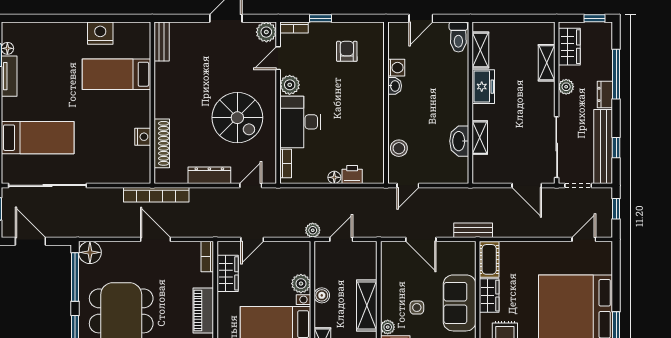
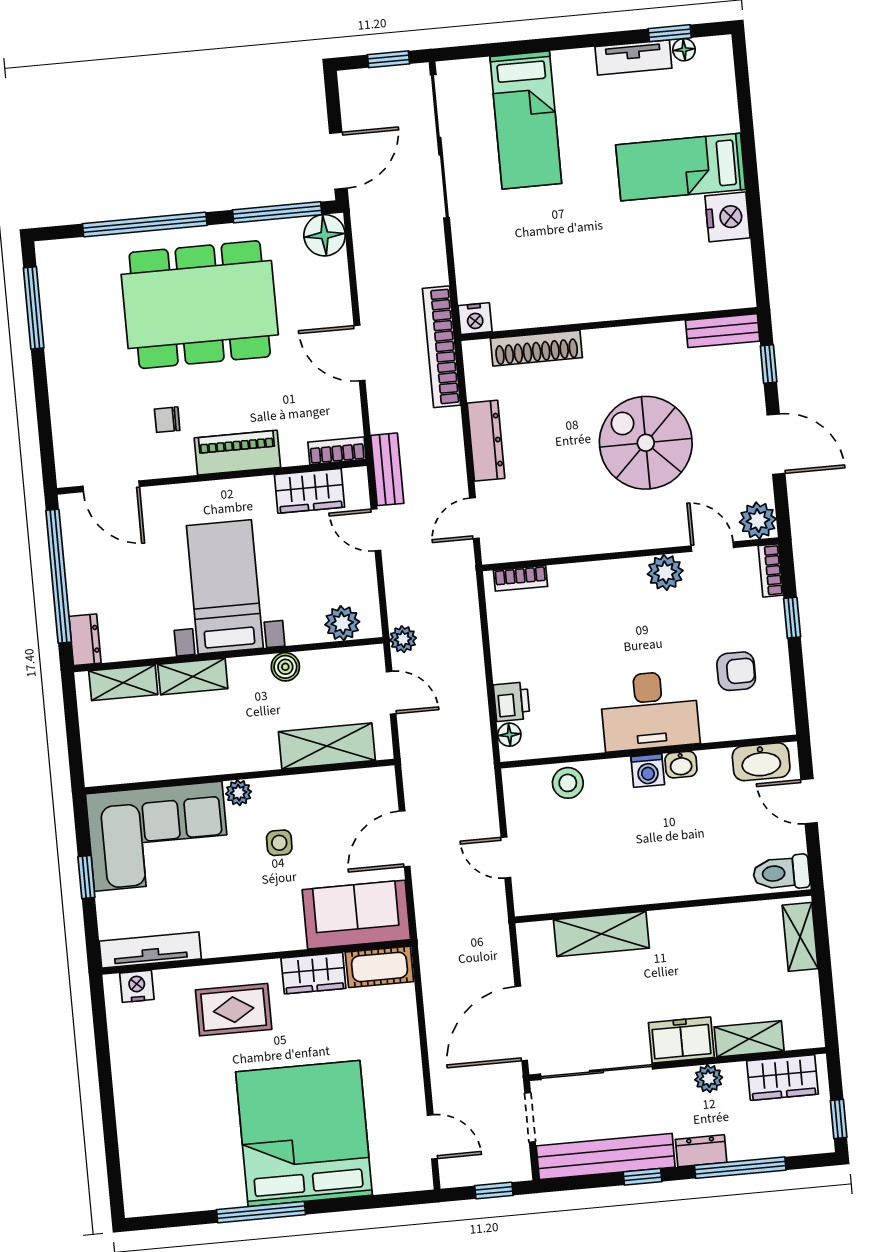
window: (182, 18) -> (769, 364), added
shelving: (480, 50) -> (800, 937), moved, turned 90
washing machine: (396, 68) -> (648, 771), moved
bed: (116, 74) -> (681, 167), moved, turned -90
freezer: (483, 87) -> (681, 1040), moved, turned 180
spiral stairs: (237, 118) -> (646, 443), moved, turned 90
desk: (300, 122) -> (649, 711), moved, turned 180
nightstand: (143, 137) -> (475, 319), moved
shelving: (480, 138) -> (601, 934), width x1.50, depth x1.33
washbasin: (459, 141) -> (761, 762), moved, turned 180
window: (616, 148) -> (643, 1177), moved
floor lamp: (334, 177) -> (509, 735), moved
door: (251, 185) -> (474, 518), swing flipped
door: (408, 185) -> (506, 857), moved
door: (527, 185) -> (521, 1023), width x1.36
bench: (473, 230) -> (387, 469), moved
door: (155, 239) -> (360, 353), swing flipped
door: (30, 241) -> (338, 161), moved
plant: (301, 284) -> (342, 623), moved
sofa: (460, 303) -> (356, 915), moved
shelving: (367, 305) -> (327, 746), moved

